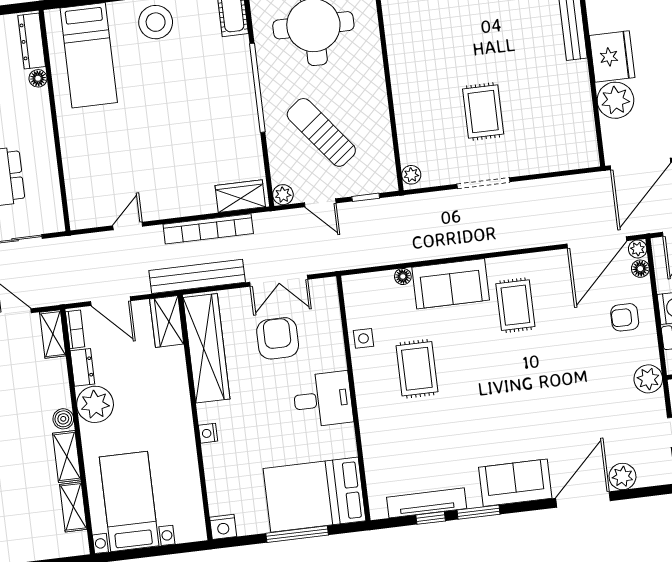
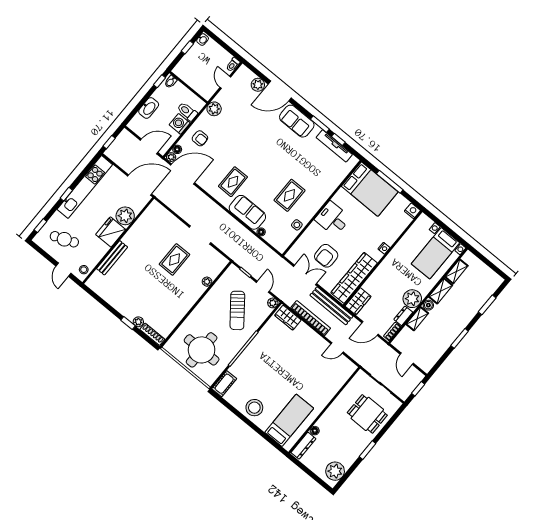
plant: (411, 175) -> (207, 282), moved
door: (111, 301) -> (370, 328), swing flipped
shelving: (53, 334) -> (417, 319), moved

